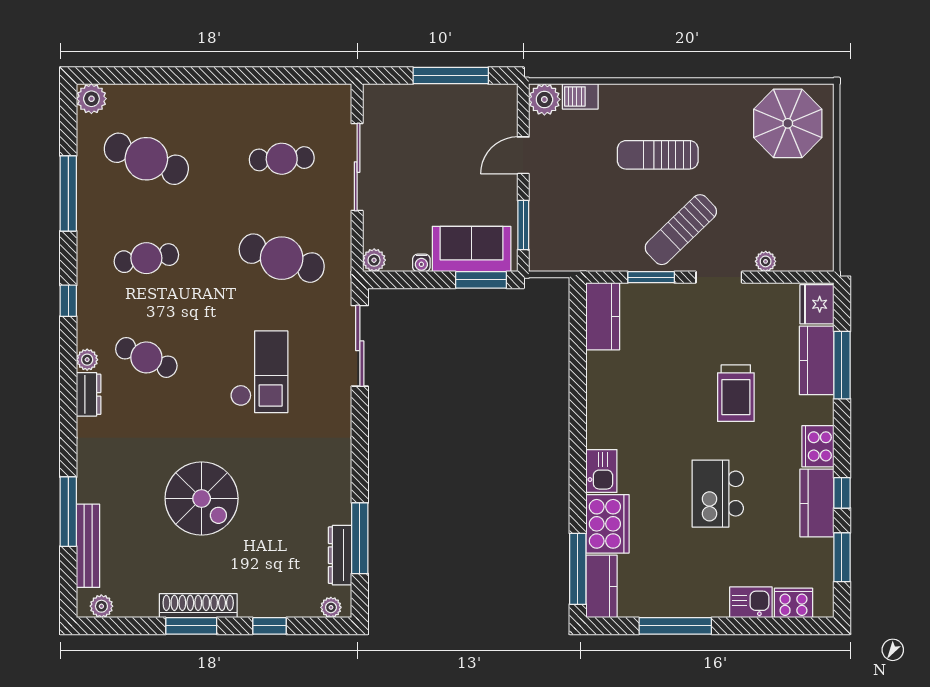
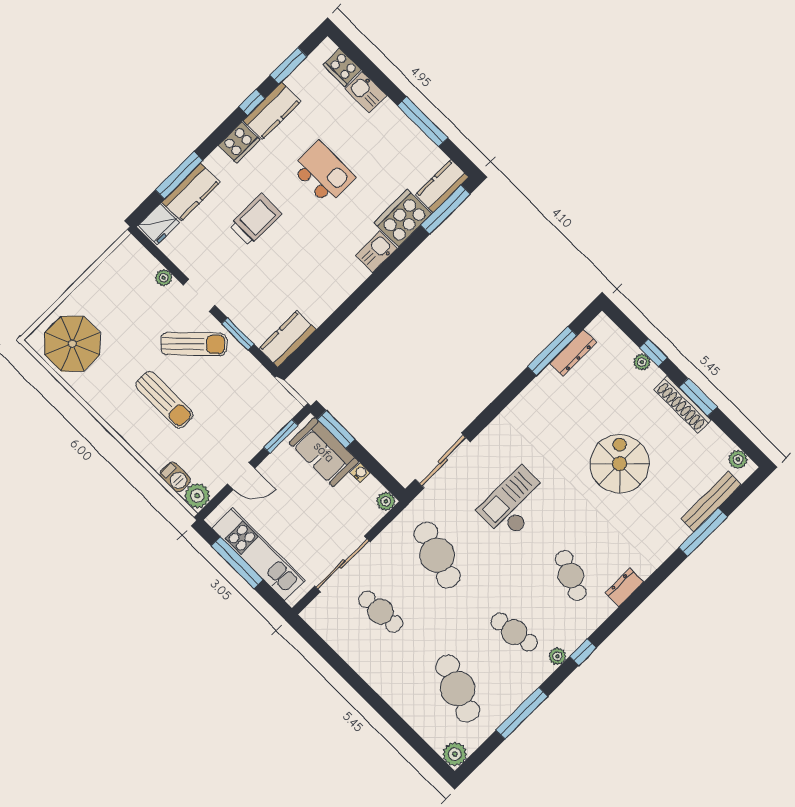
kitchen unit: (439, 102) -> (258, 554), added
plant: (87, 360) -> (557, 656), moved
kitchen island: (718, 494) -> (323, 173), turned -90
plant: (331, 607) -> (642, 362), moved

